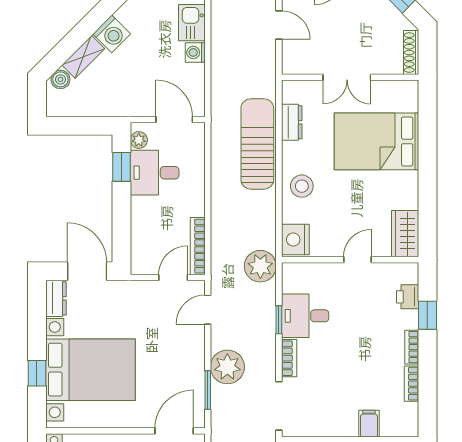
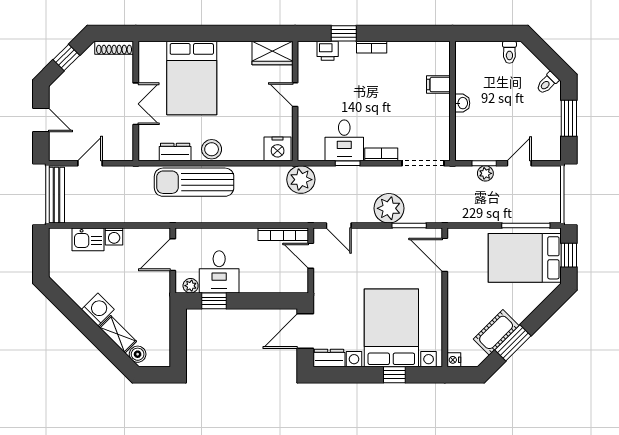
stool: (302, 186) -> (212, 149), moved
bookcase: (411, 384) -> (403, 47), removed

